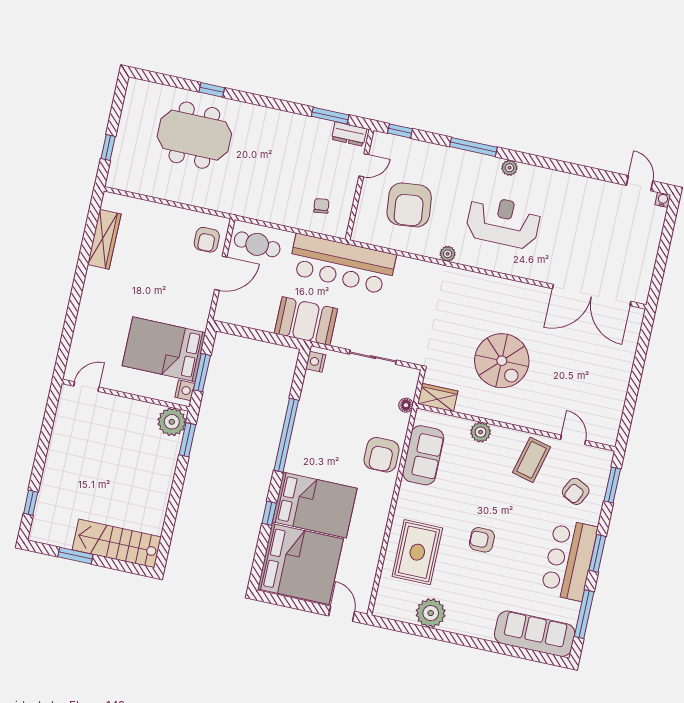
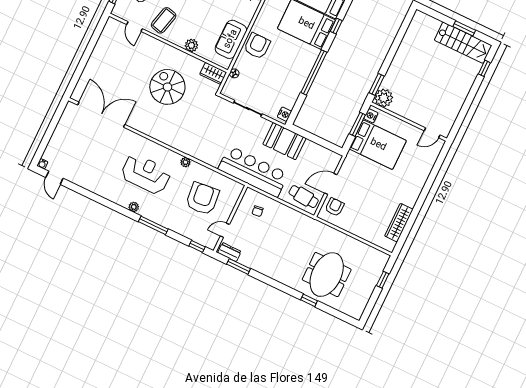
meeting table: (194, 135) -> (327, 275), turned 90
reception desk: (503, 222) -> (146, 174), turned 180
stairs: (117, 543) -> (463, 43), moved

